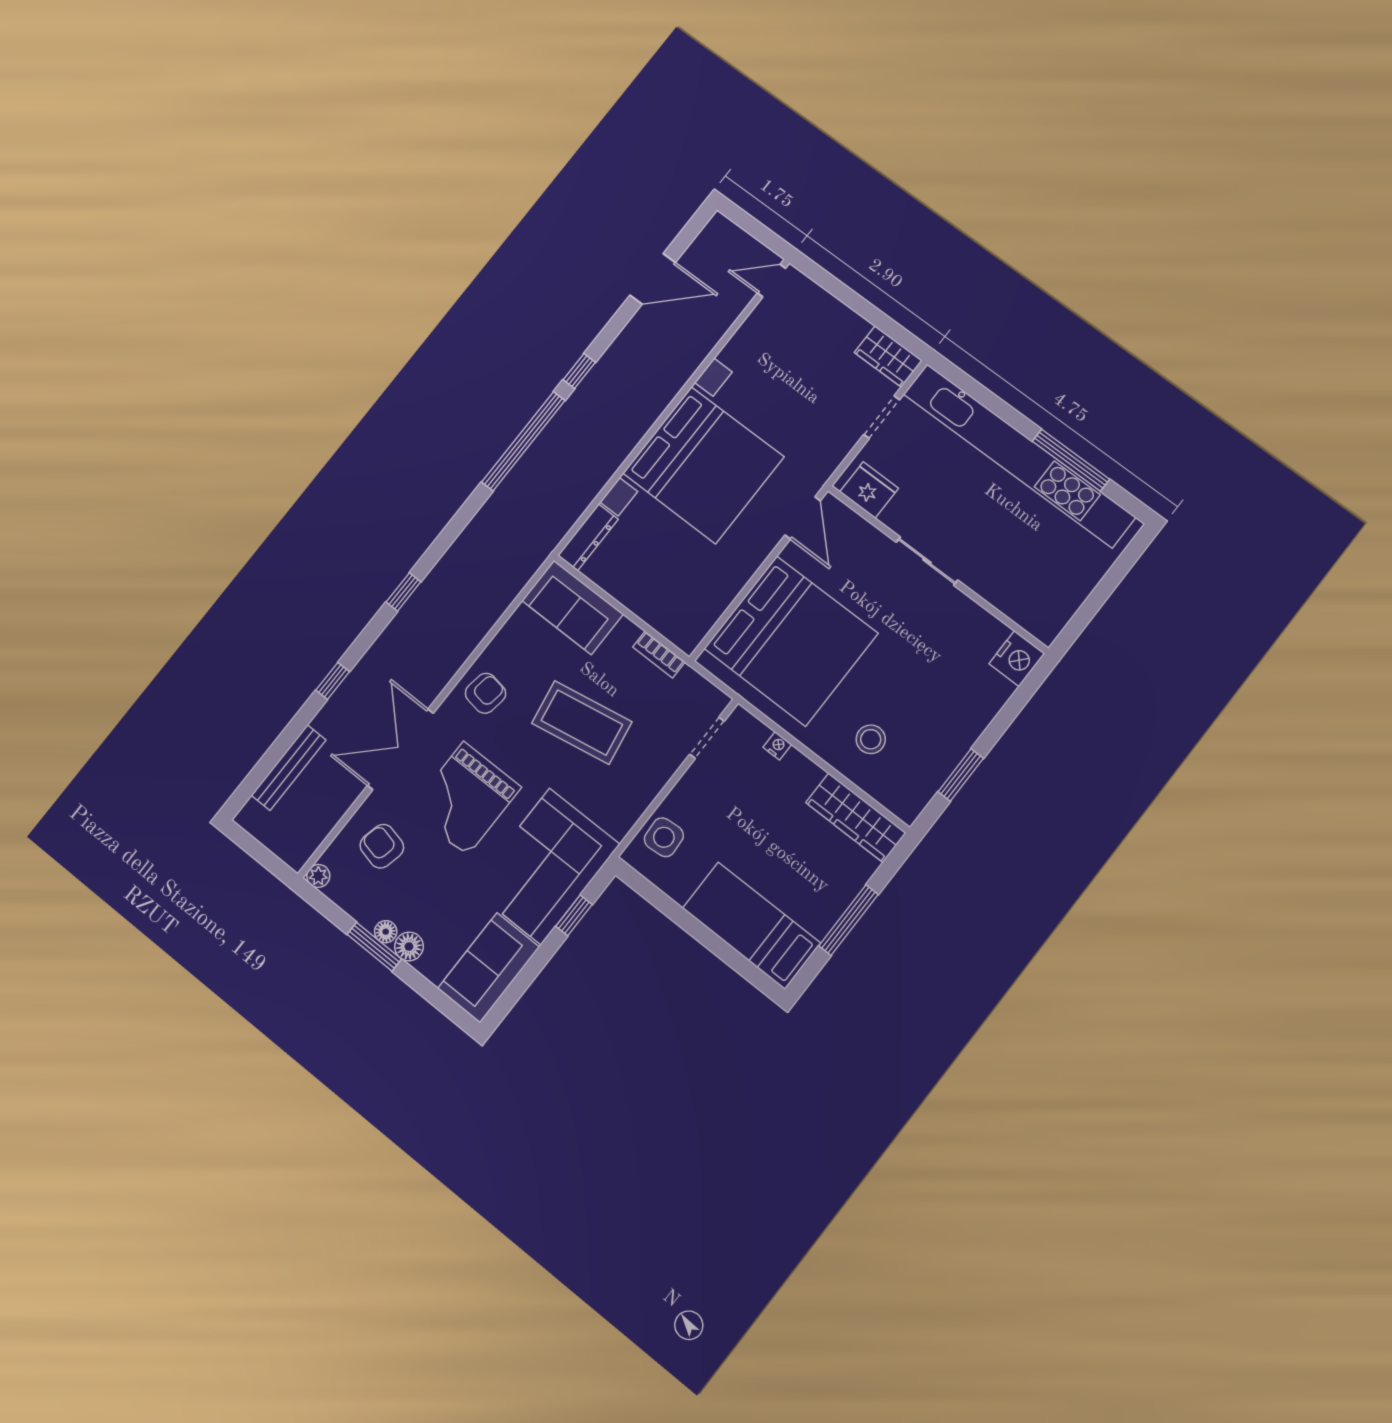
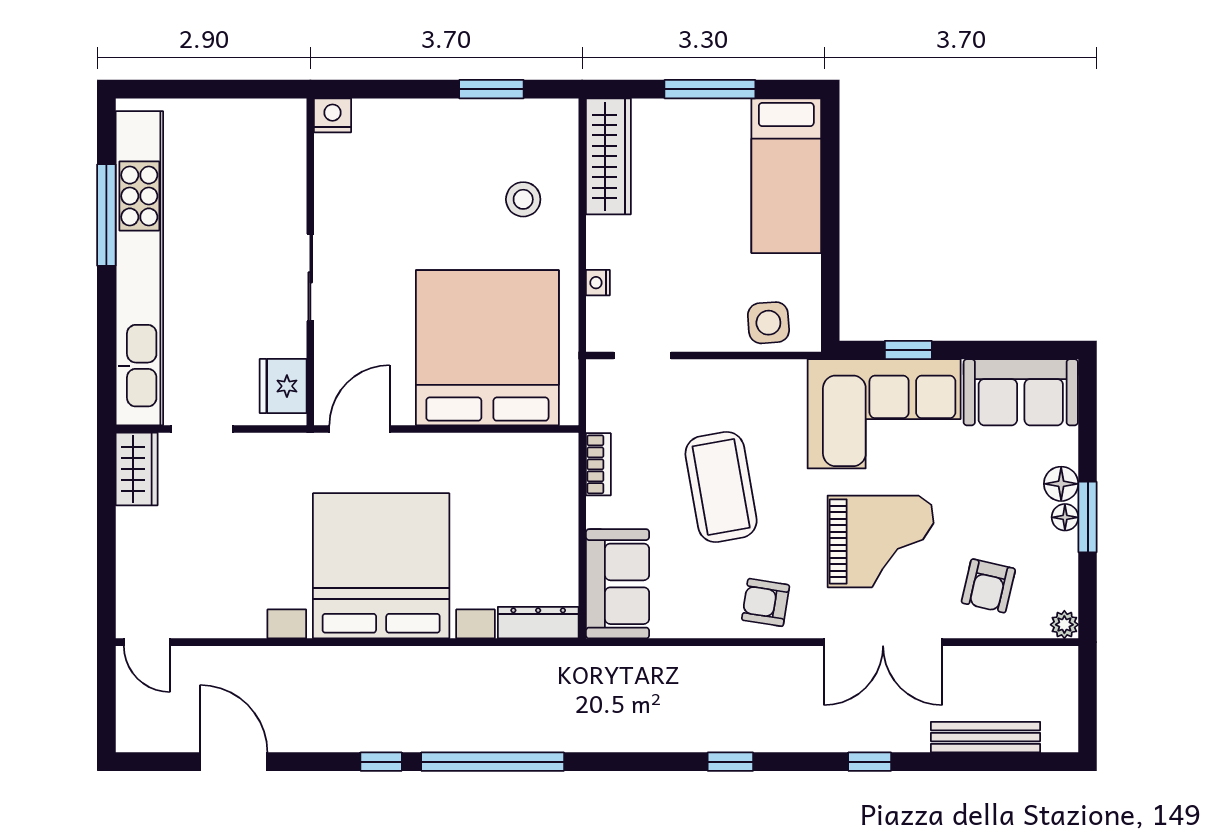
nightstand: (1017, 658) -> (332, 115), width x0.74, depth x0.75

